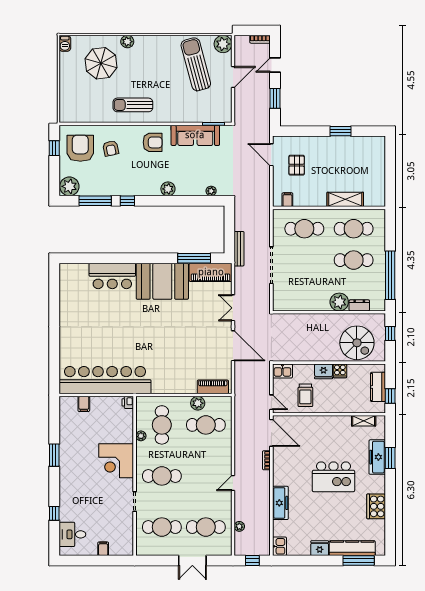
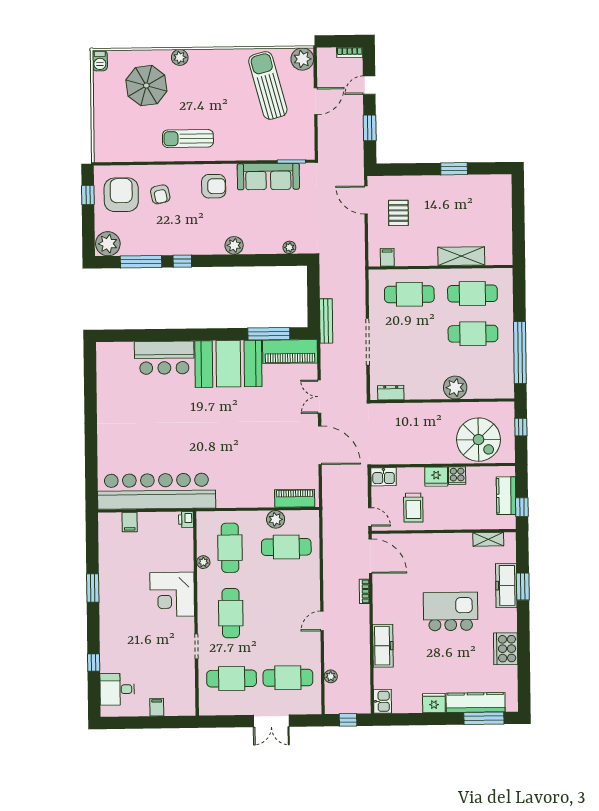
dresser: (359, 305) -> (391, 393), moved
cafe table: (162, 476) -> (231, 613), turned 90
kitchen island: (333, 477) -> (451, 611), turned 180

